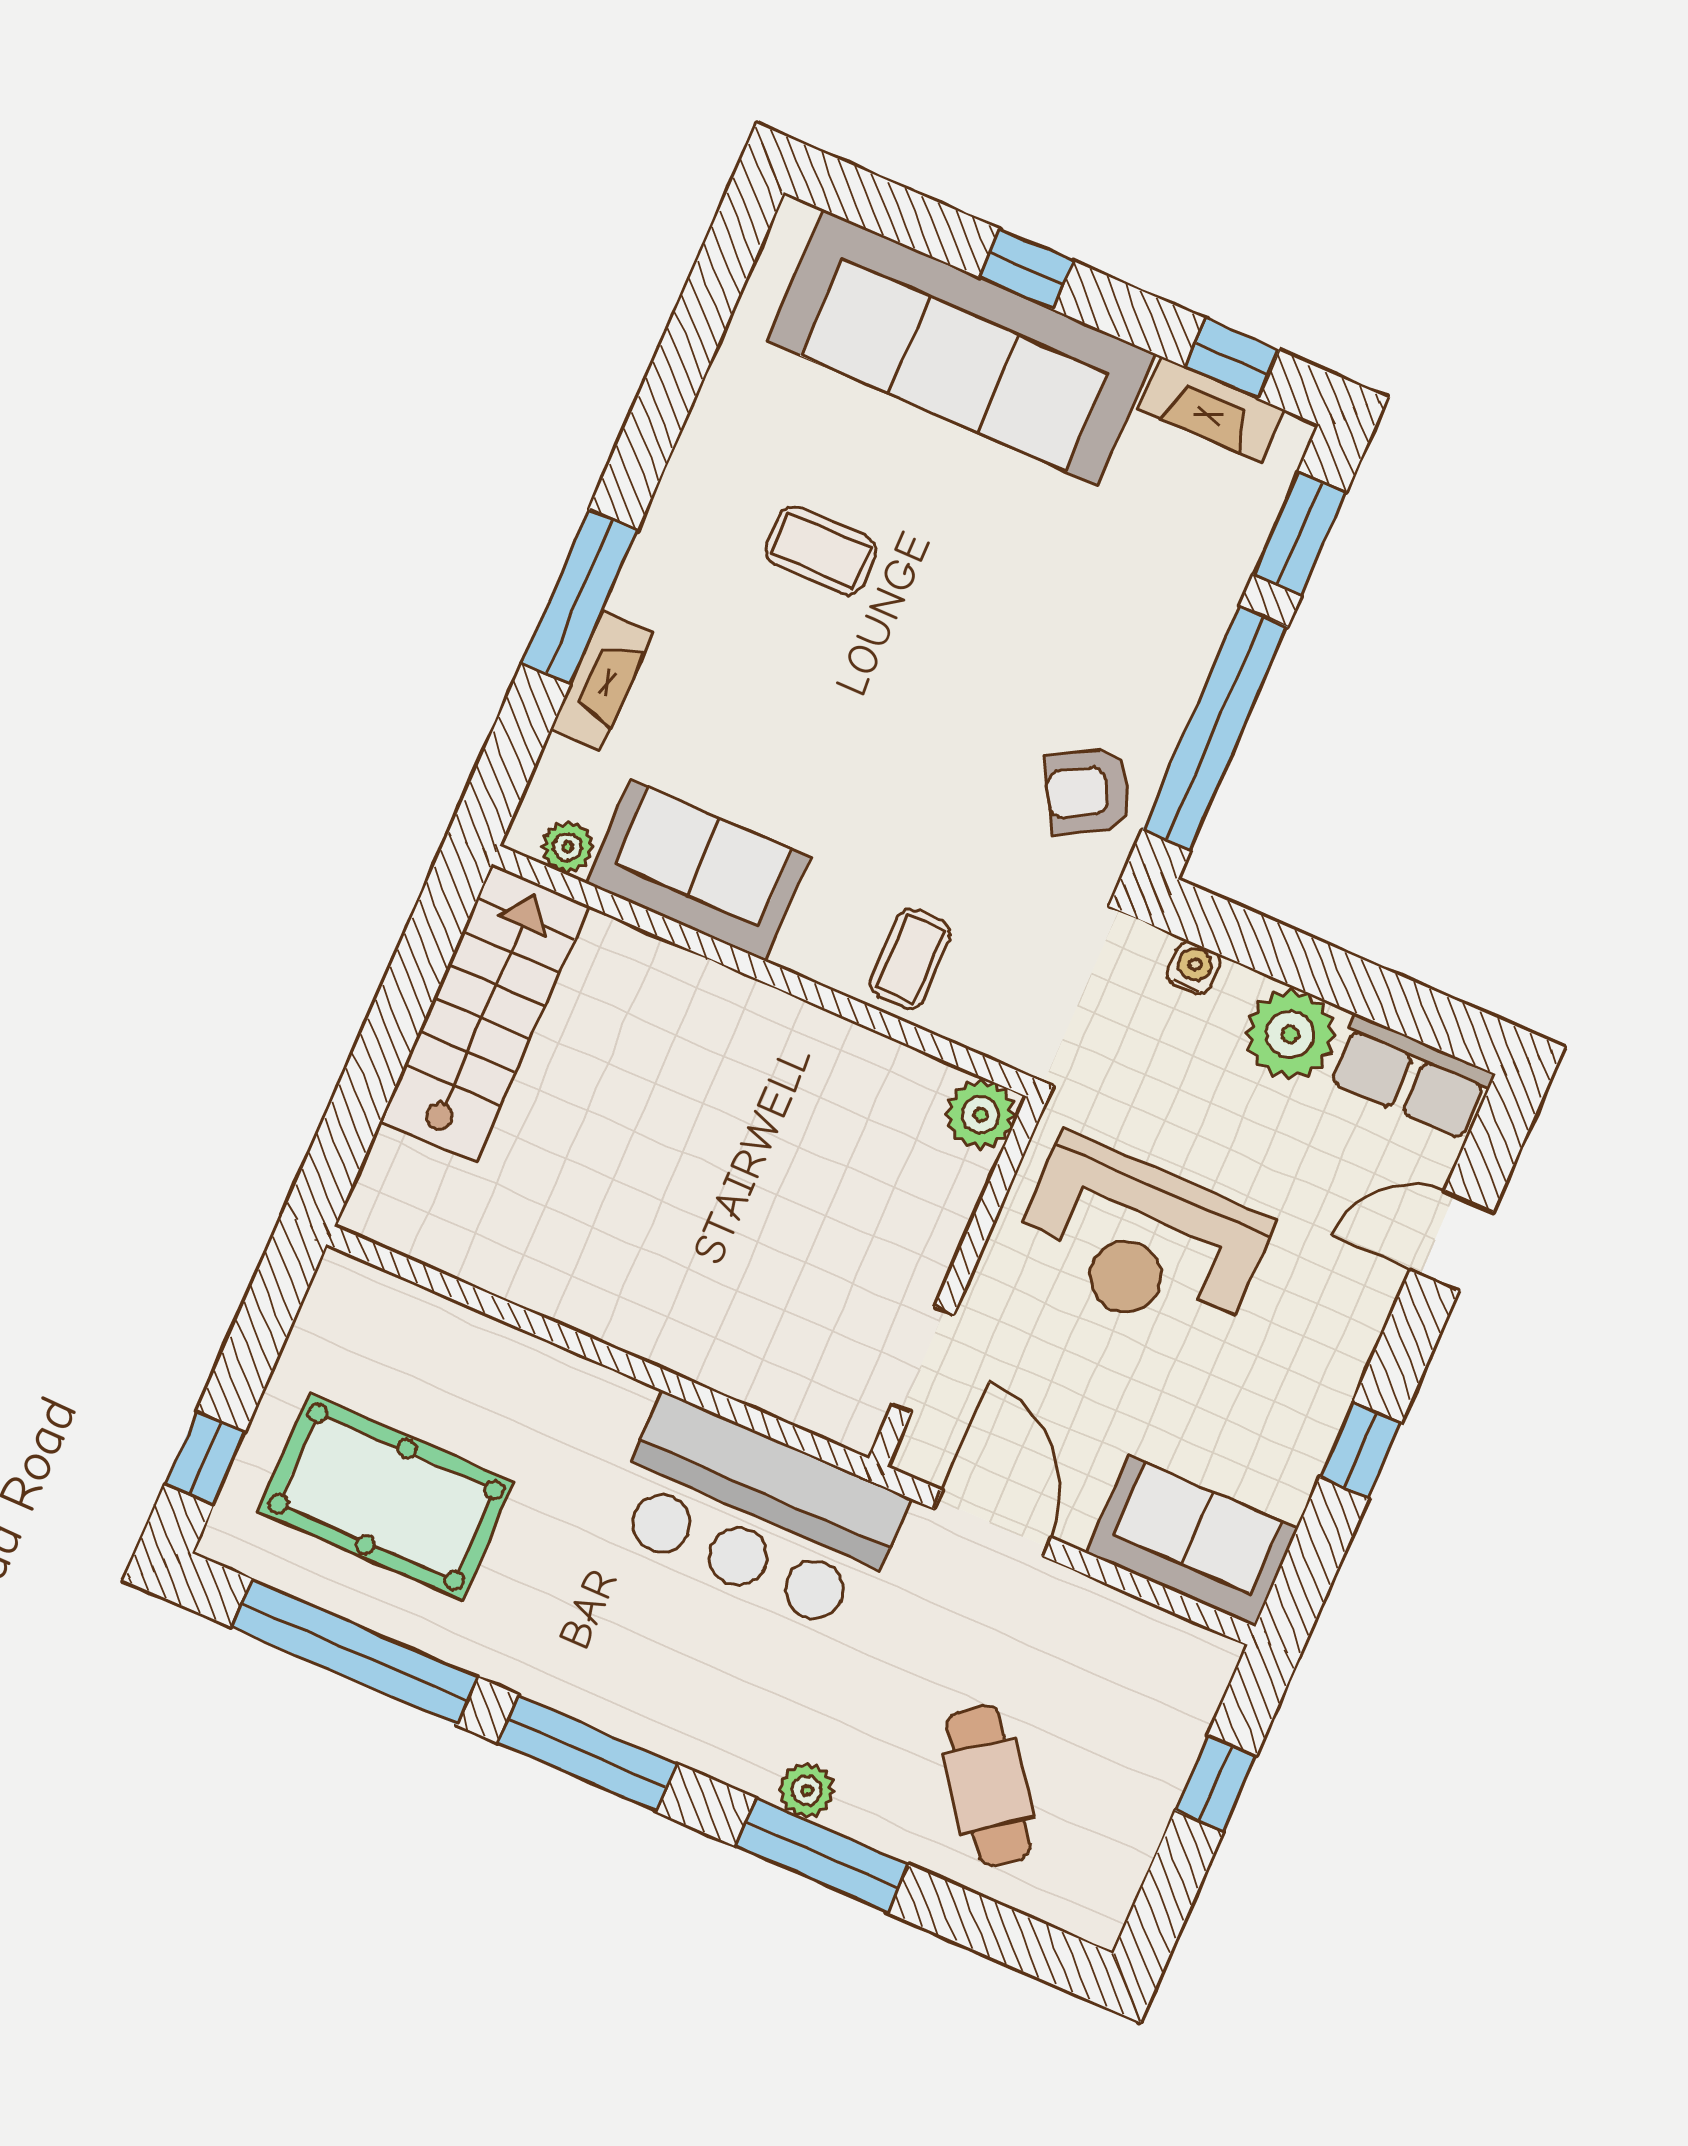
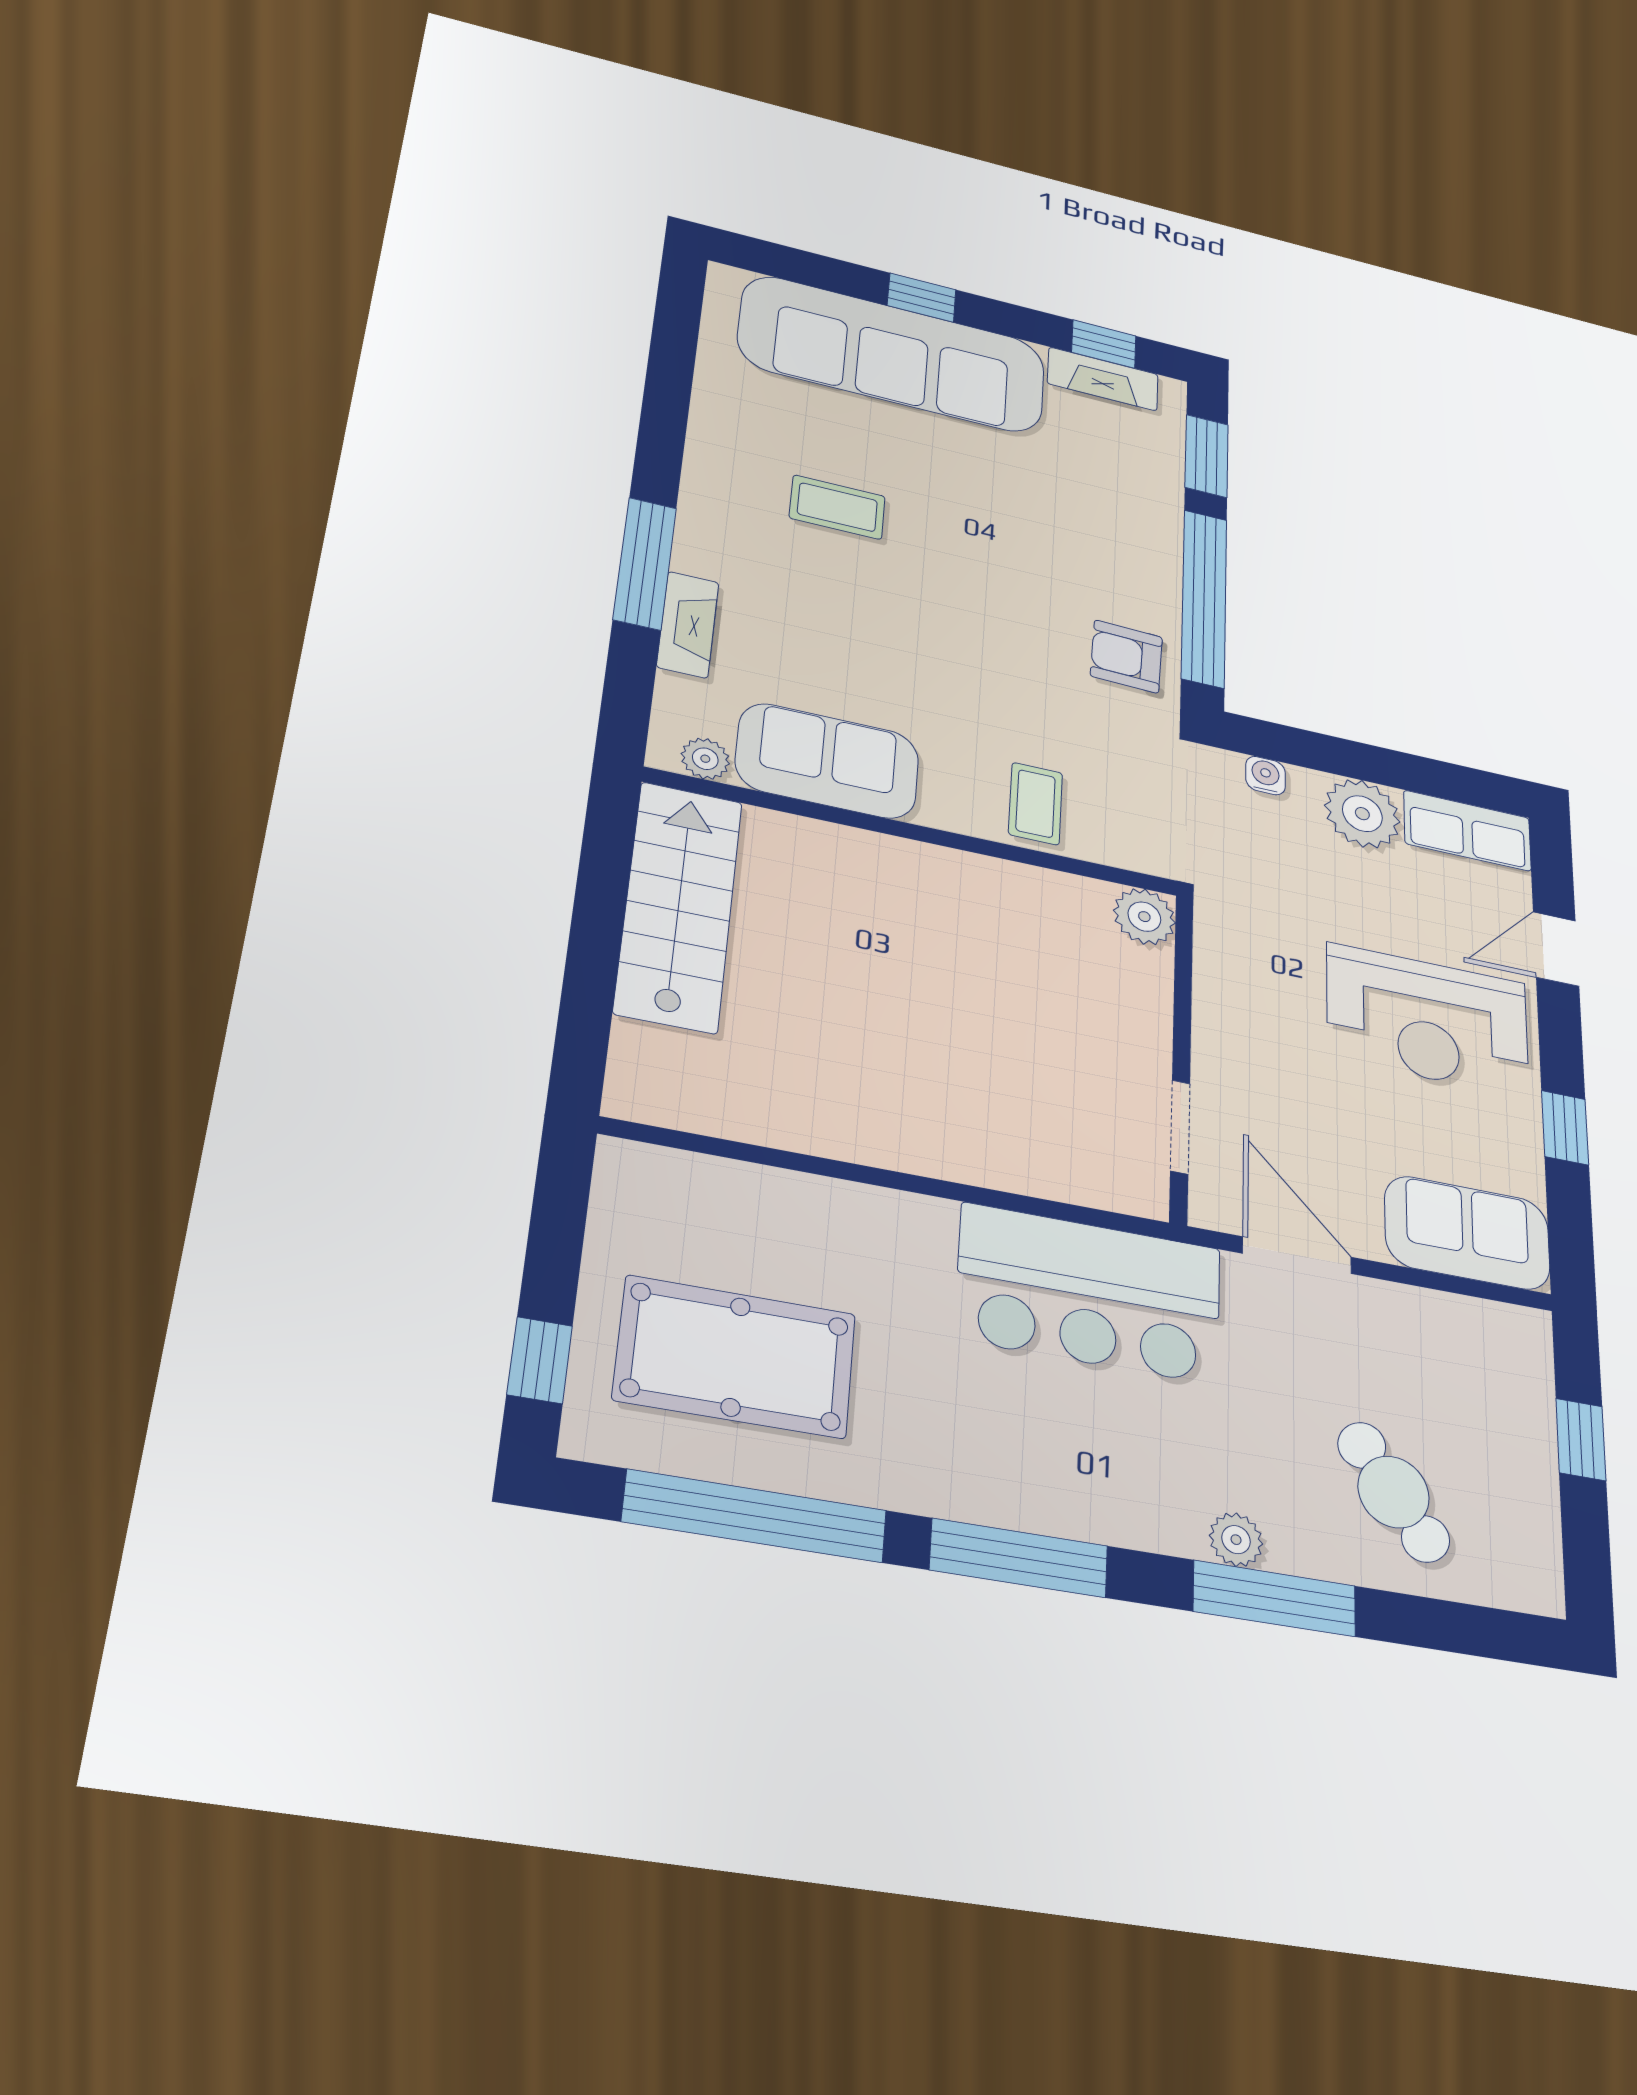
armchair: (1089, 791) -> (1126, 657), turned 32
reception desk: (1140, 1242) -> (1428, 1020), moved

